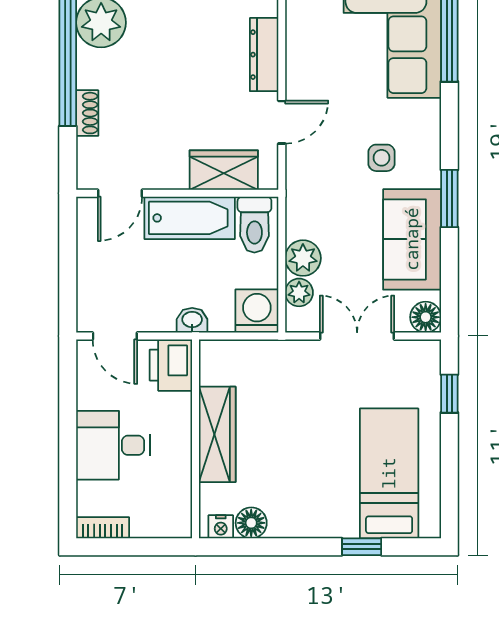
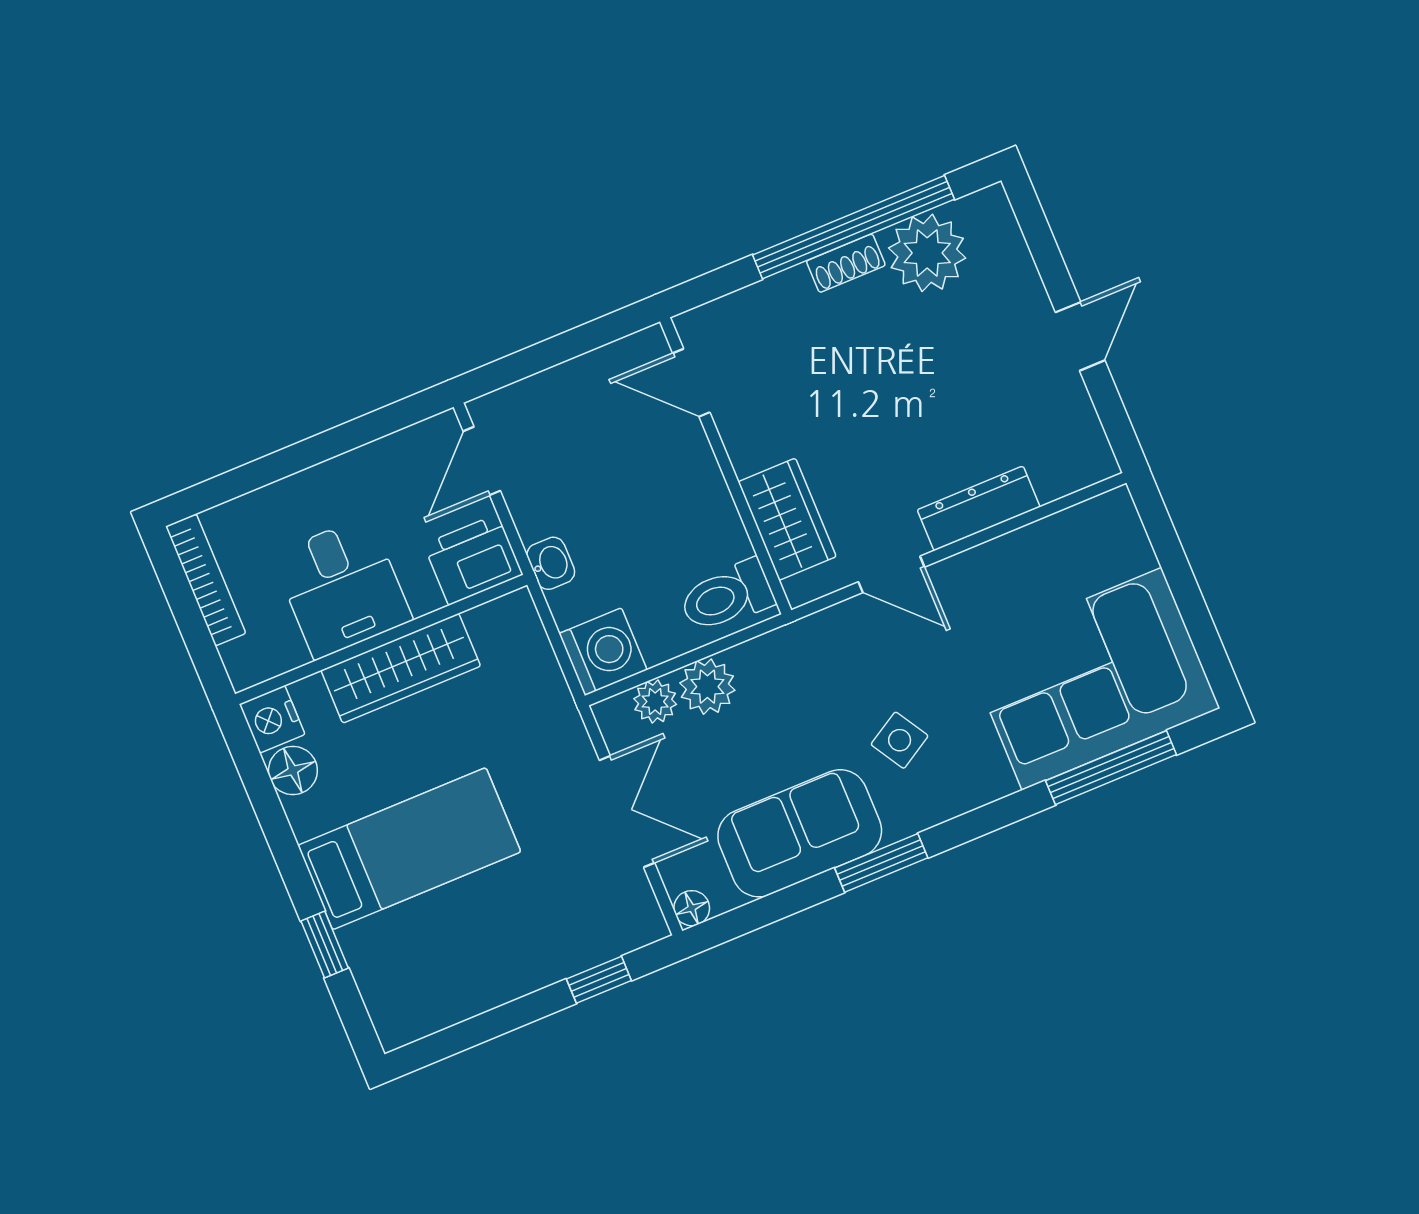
shoe rack: (87, 113) -> (846, 263), moved
side table: (382, 158) -> (900, 740), turned -31
bathtub: (190, 218) -> (697, 498), removed
floor lamp: (426, 317) -> (692, 908), width x0.73, depth x0.73
desk: (113, 445) -> (342, 587), moved, turned 180
bed: (389, 473) -> (409, 849), moved
nightstand: (221, 527) -> (272, 719), width x1.39, depth x1.35
bookcase: (103, 528) -> (206, 580), width x1.56

